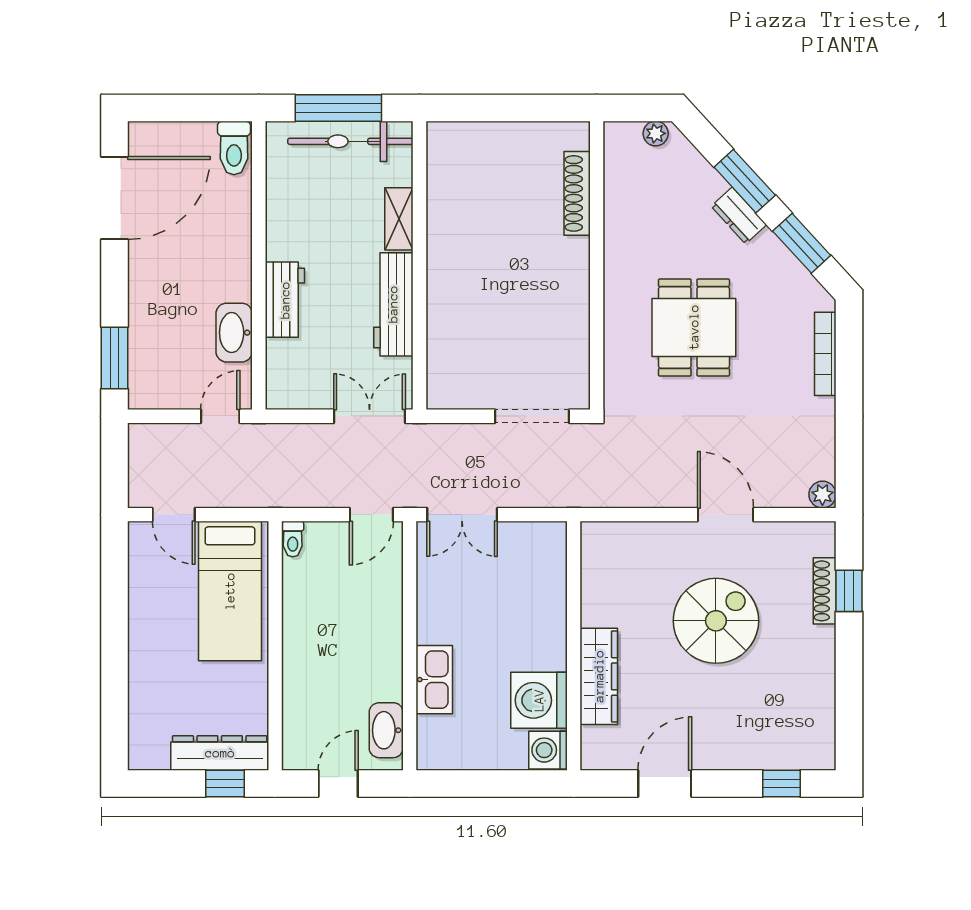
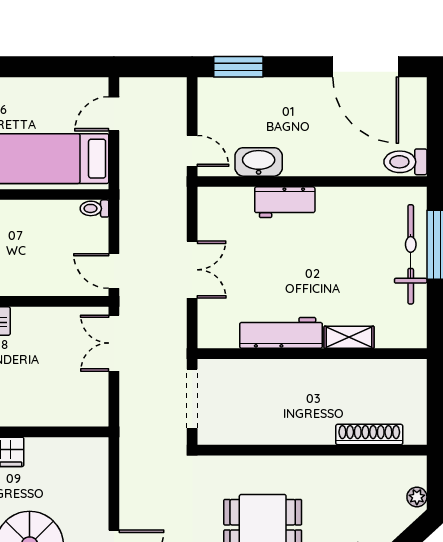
shelving: (399, 219) -> (349, 337), moved
wall: (419, 265) -> (312, 354), moved
workbench: (393, 304) -> (281, 333), moved

